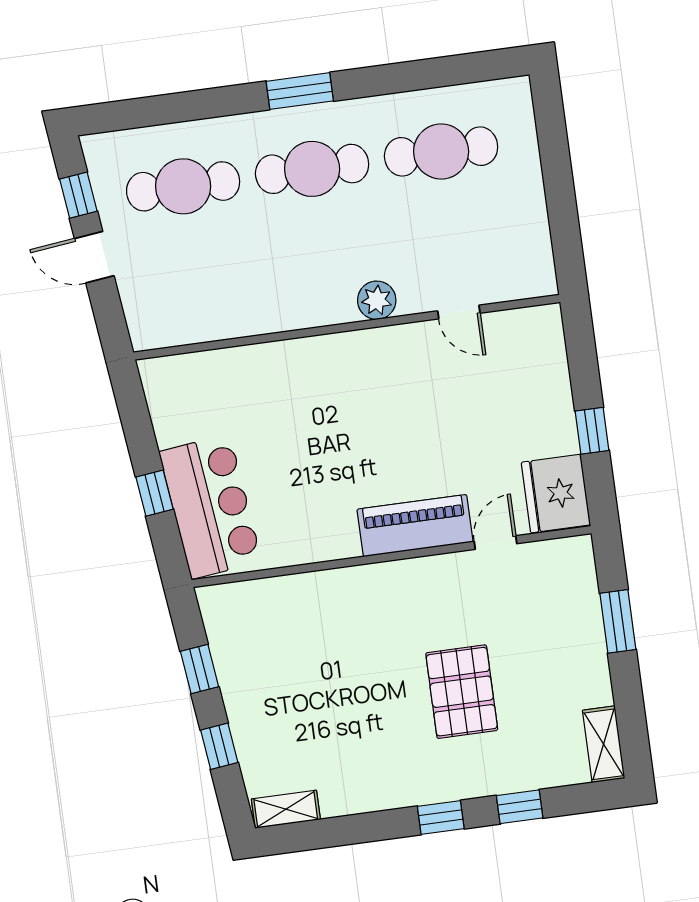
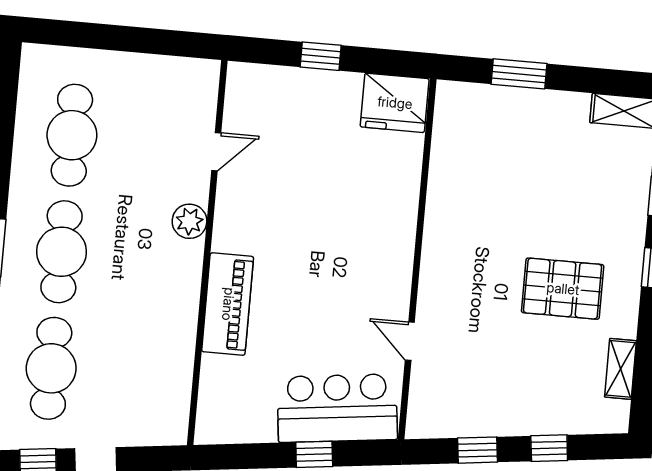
window: (592, 431) -> (321, 56), moved
piano: (415, 526) -> (228, 304), moved, turned 180
door: (495, 543) -> (410, 341), moved
pallet: (462, 692) -> (563, 289), moved
shelving: (286, 809) -> (621, 369), moved

